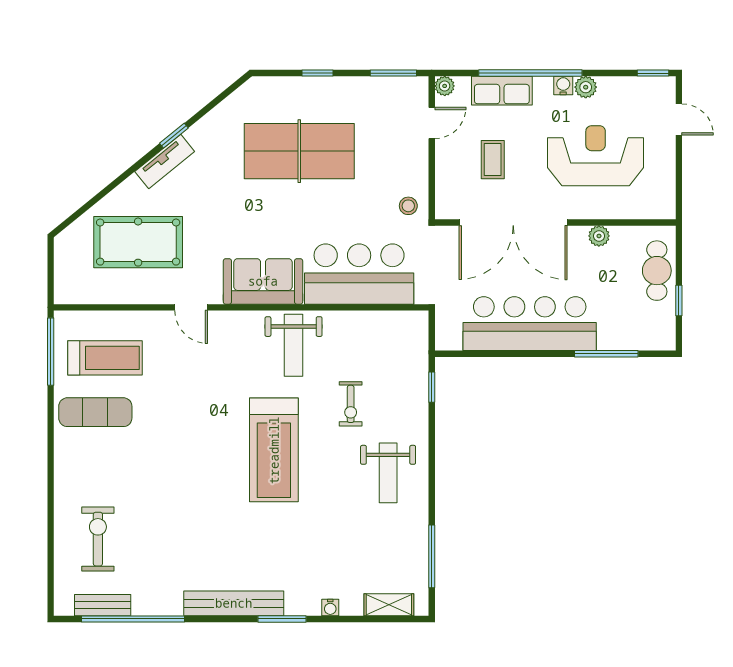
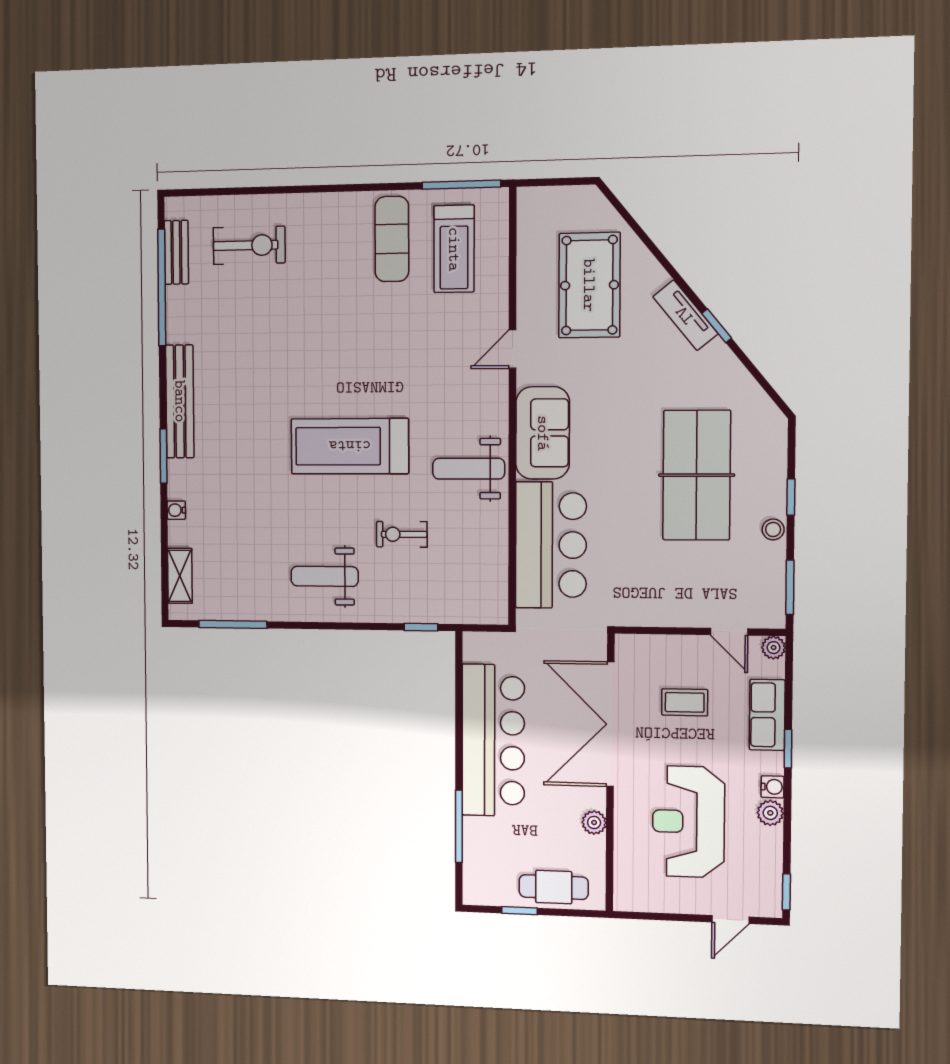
window: (530, 73) -> (788, 749), width x0.32
reception desk: (596, 156) -> (688, 822), turned 180
stool: (408, 206) -> (773, 529), moved

